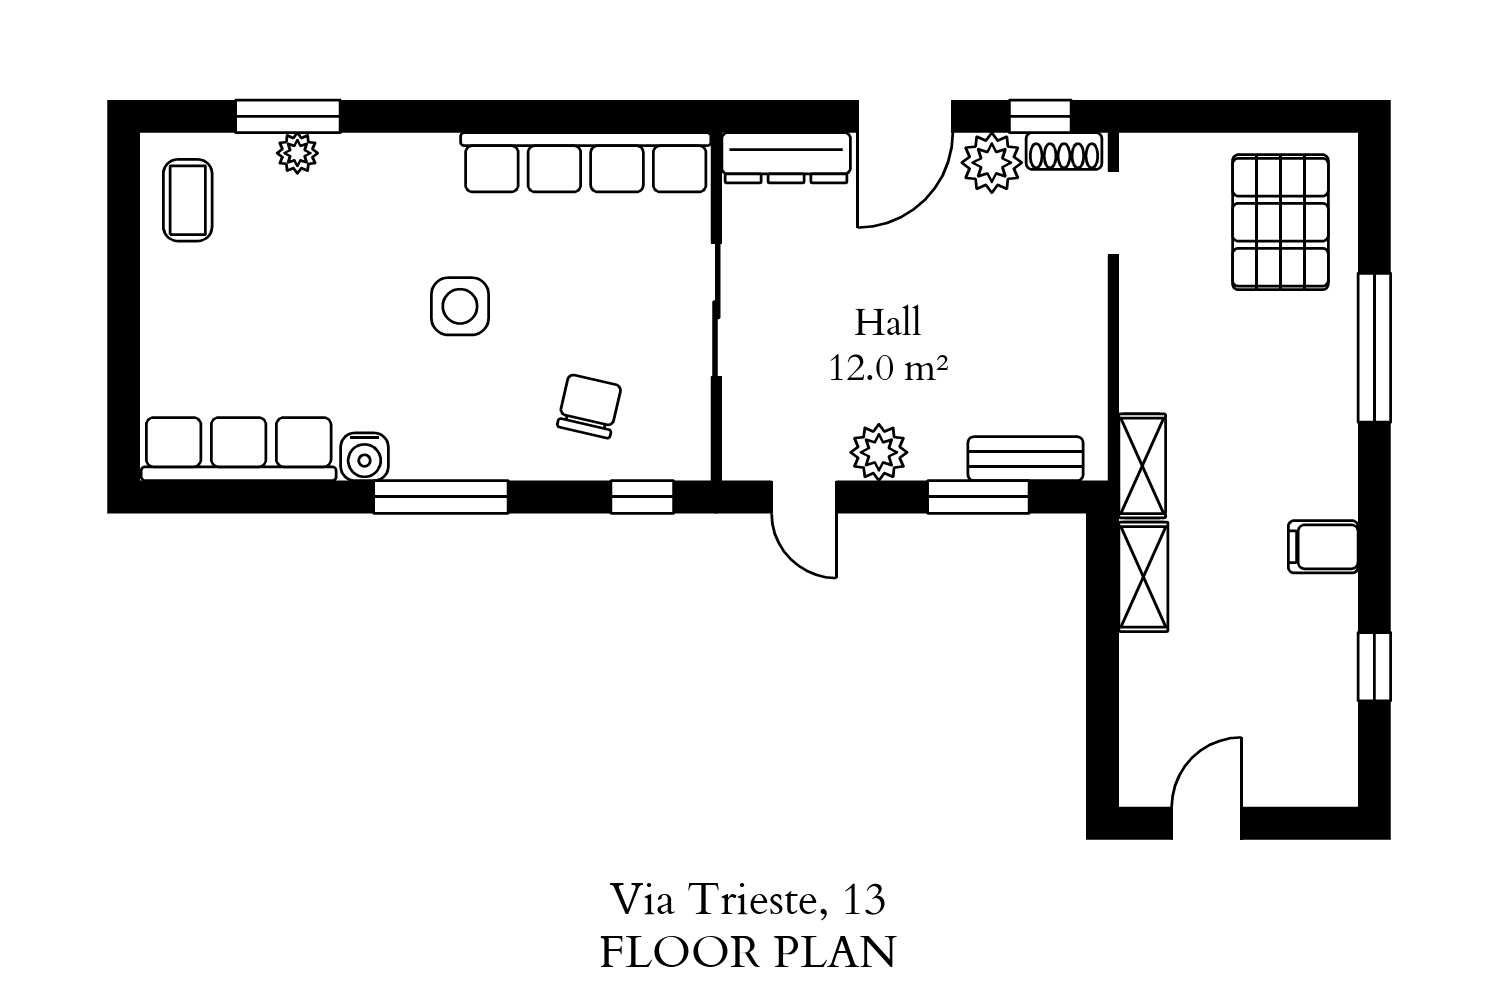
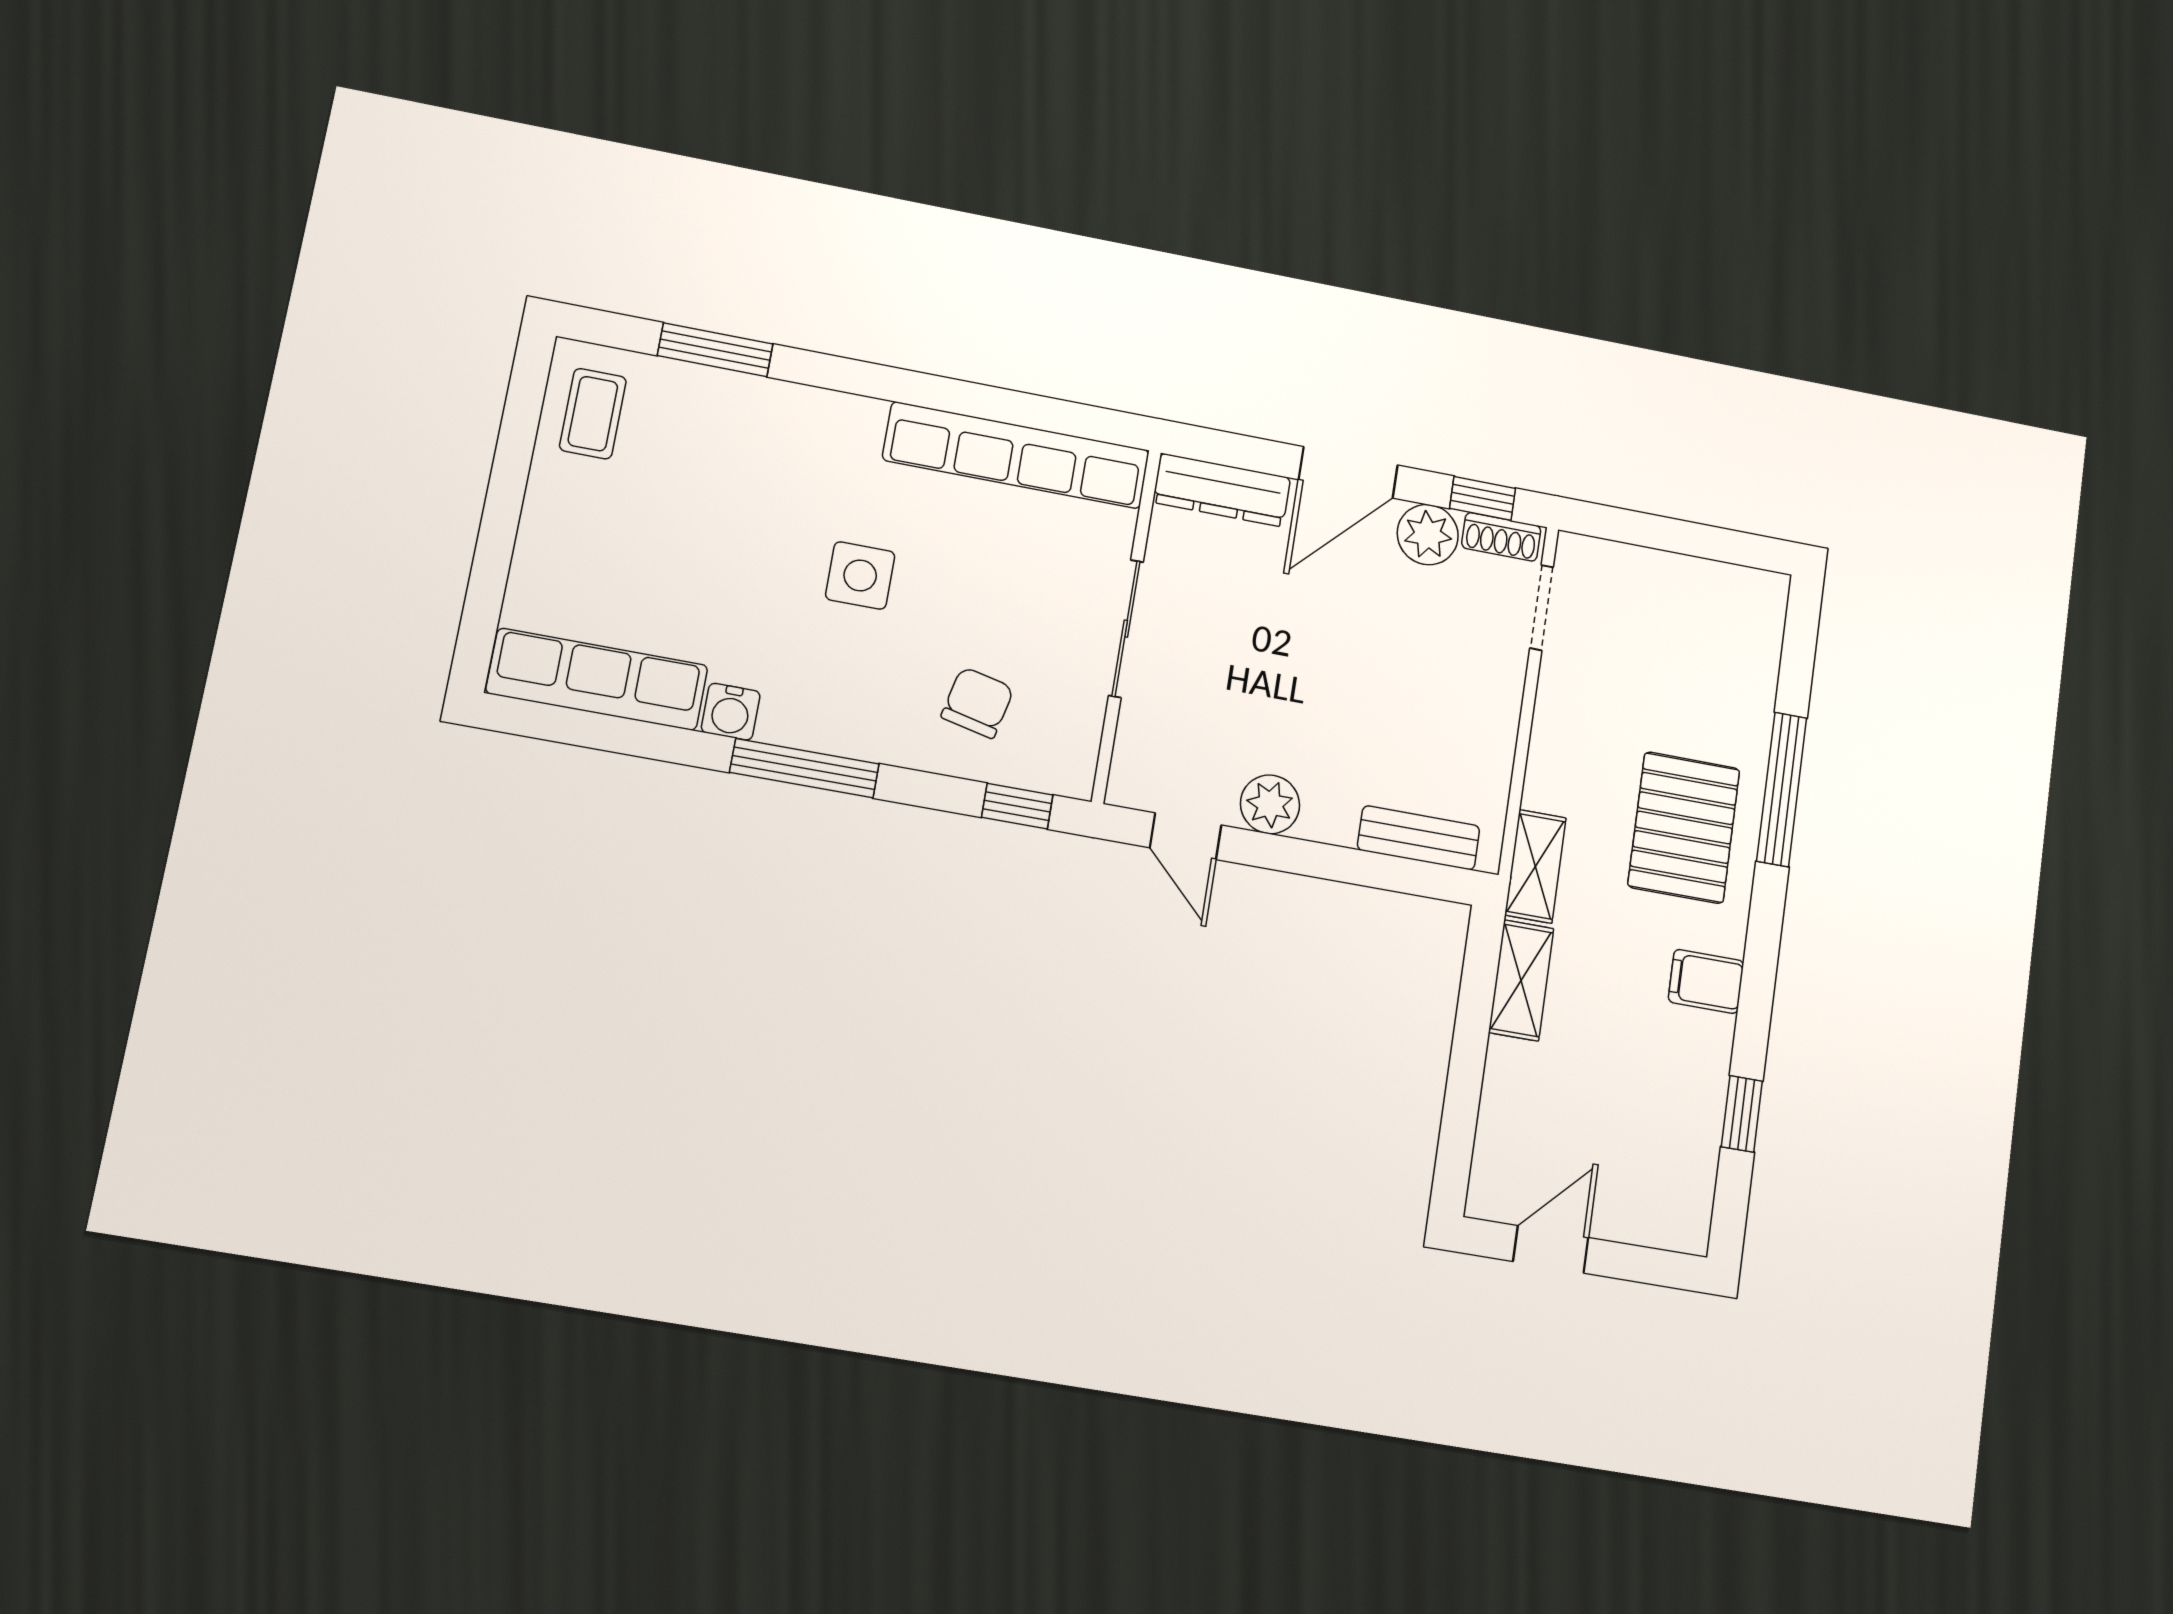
plant: (297, 153) -> (718, 388), removed
pallet: (1280, 222) -> (1684, 828), moved
window: (978, 497) -> (1365, 868), removed

